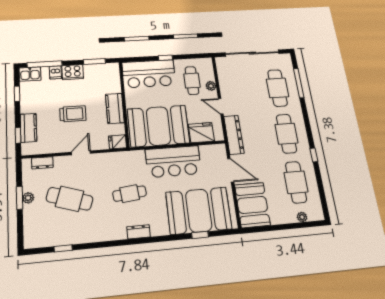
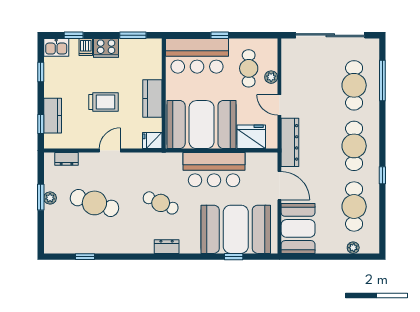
window: (45, 64) -> (74, 35), width x0.46
cafe table: (130, 194) -> (161, 203), turned 30

